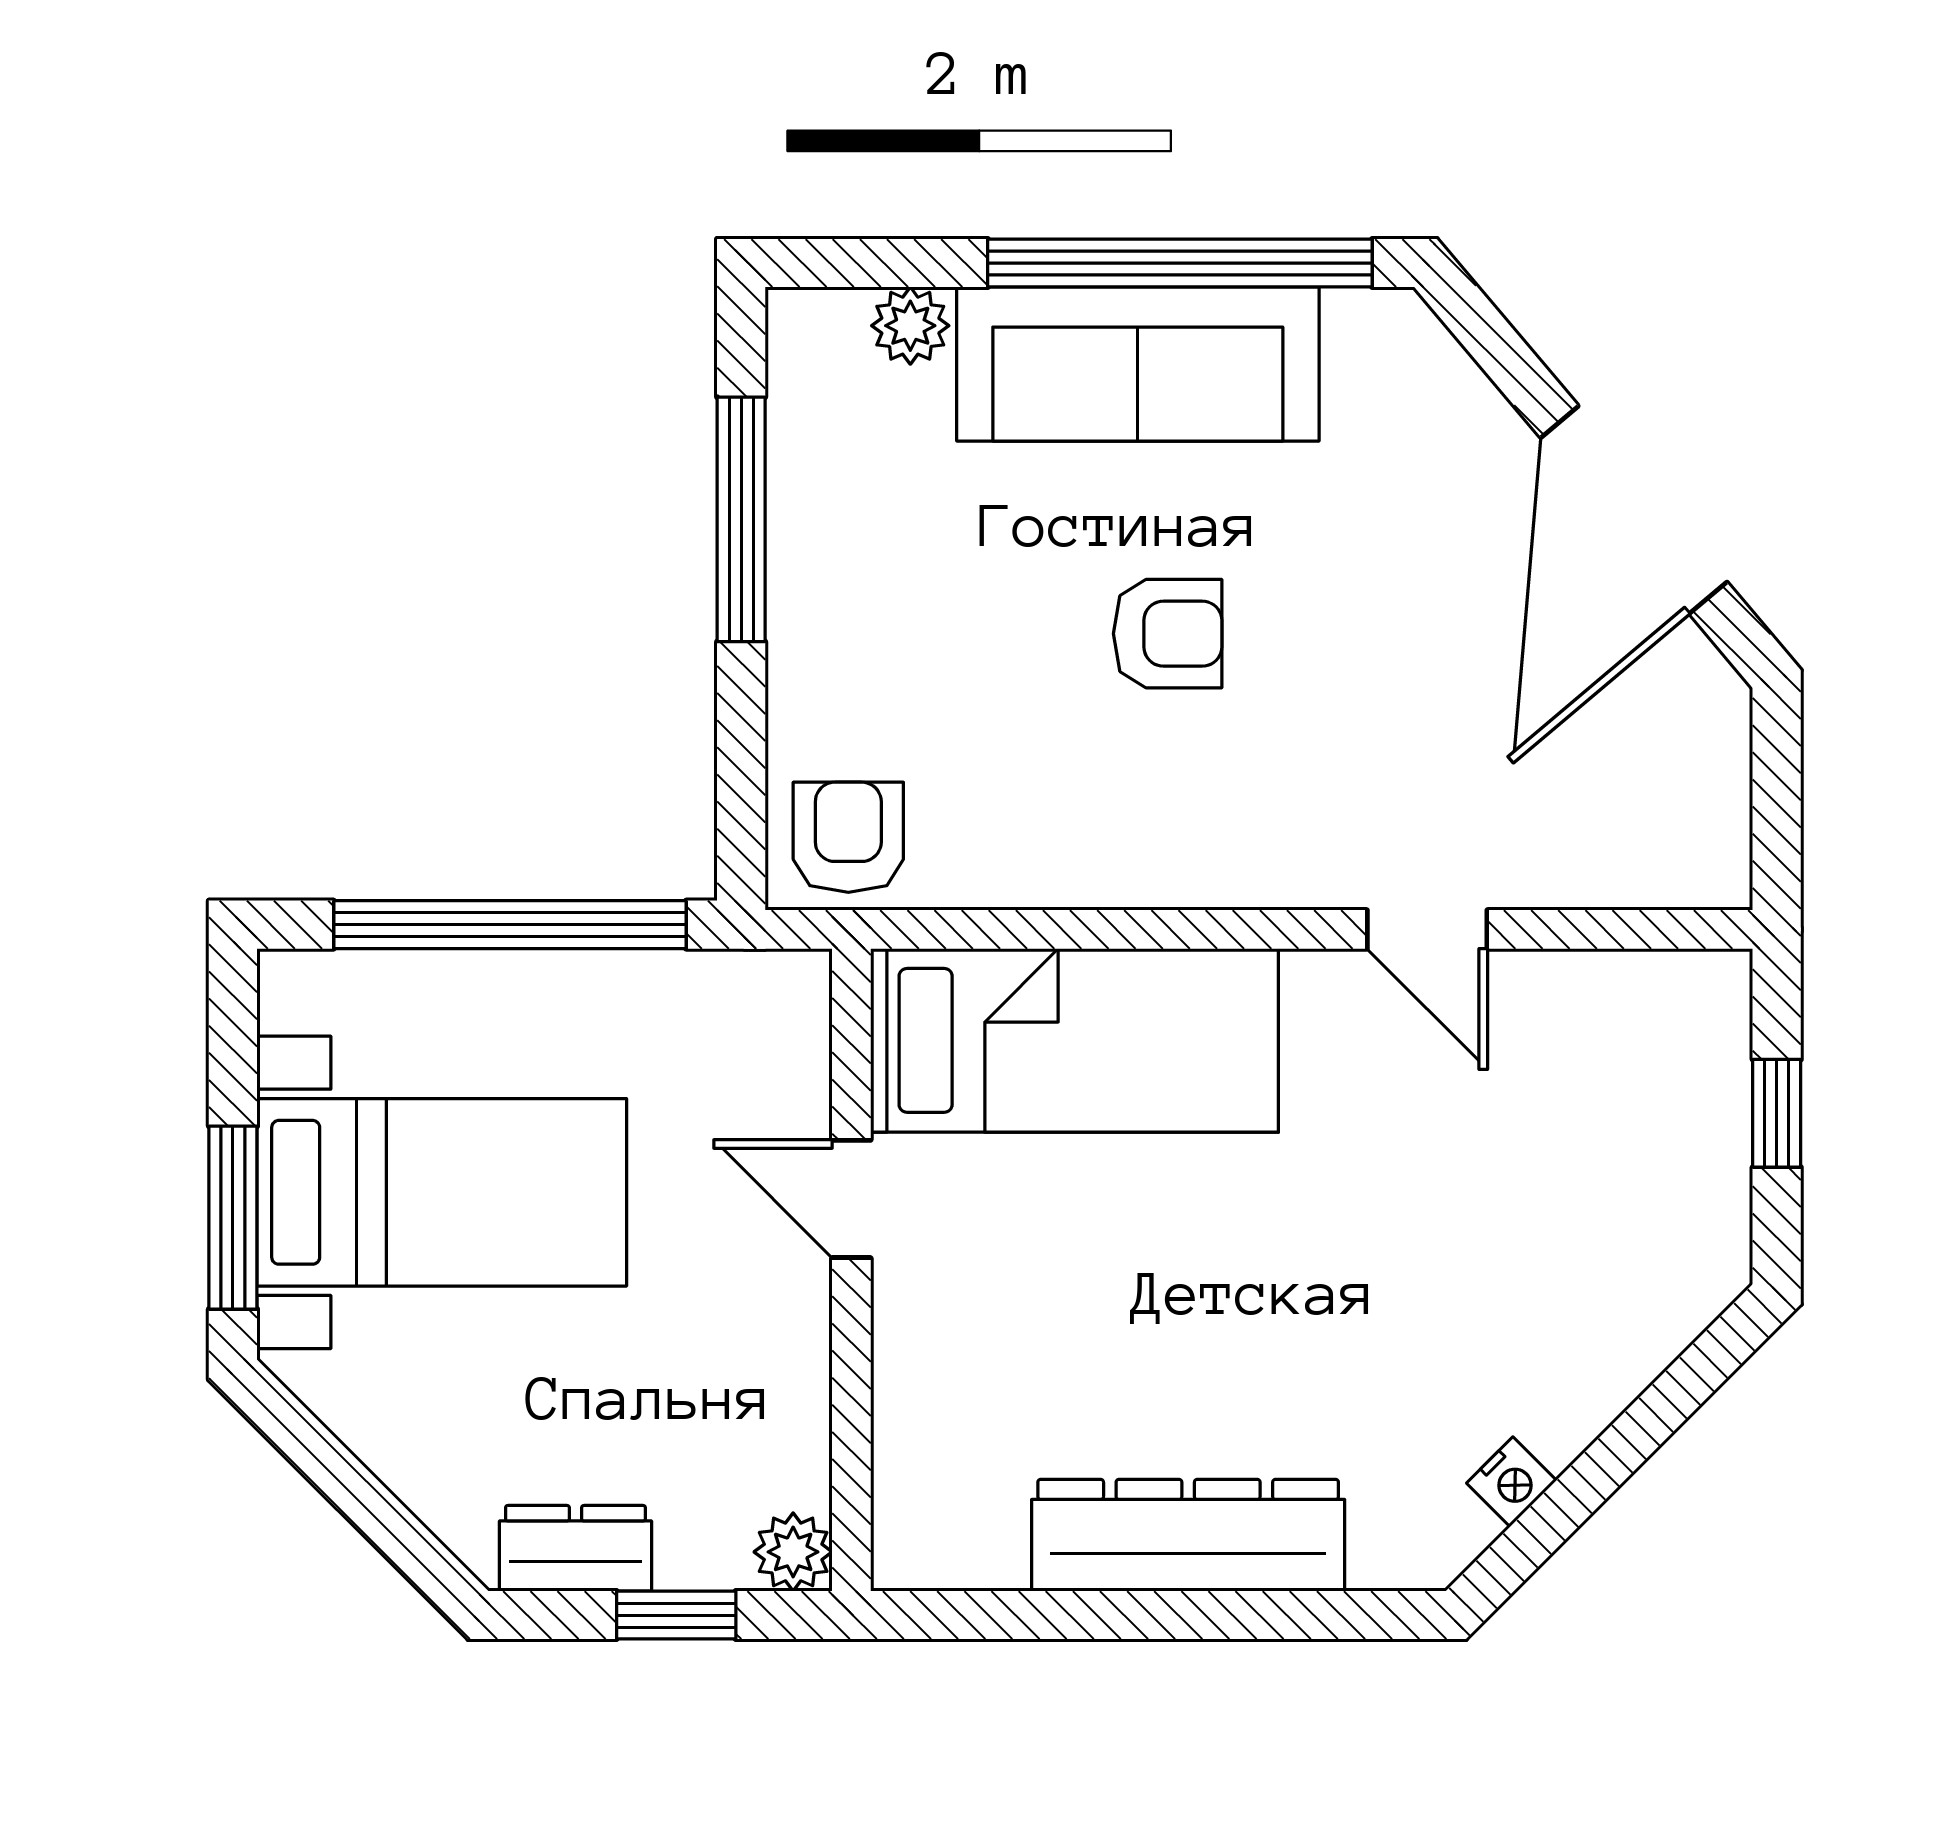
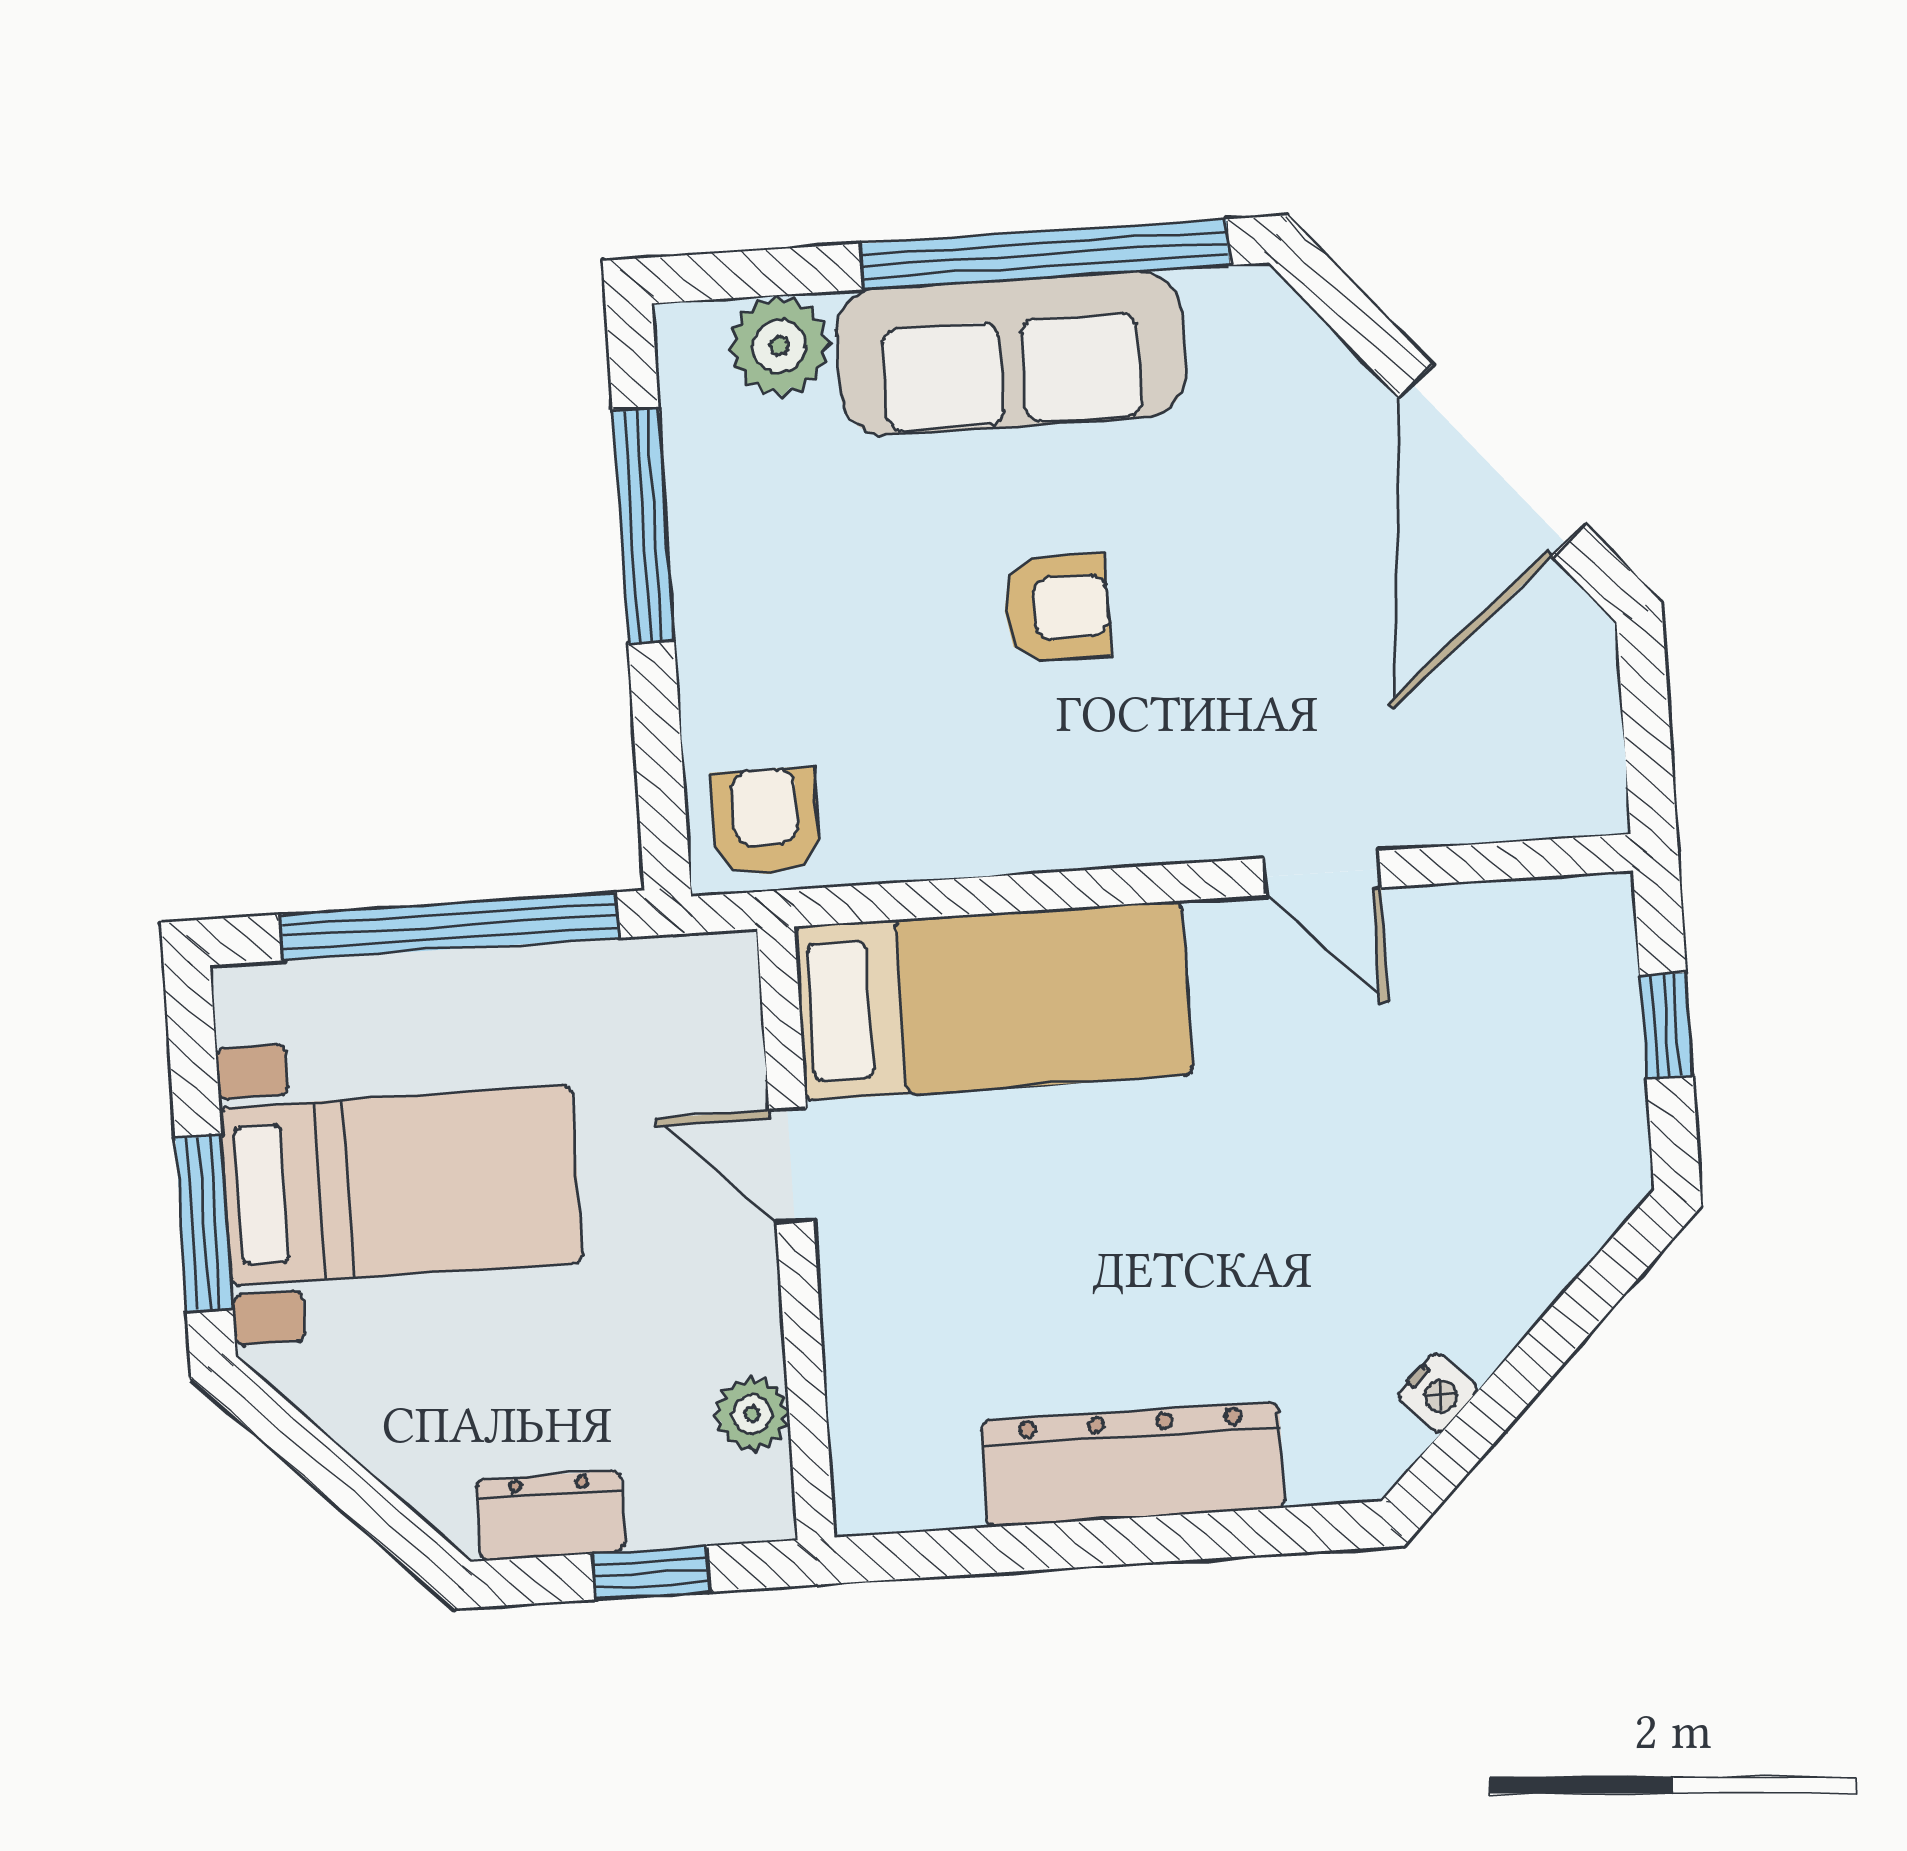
plant: (910, 326) -> (779, 346), width x1.38, depth x1.38
plant: (793, 1552) -> (752, 1414), moved

